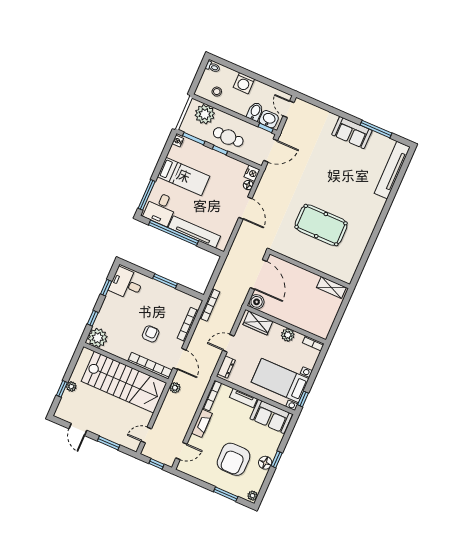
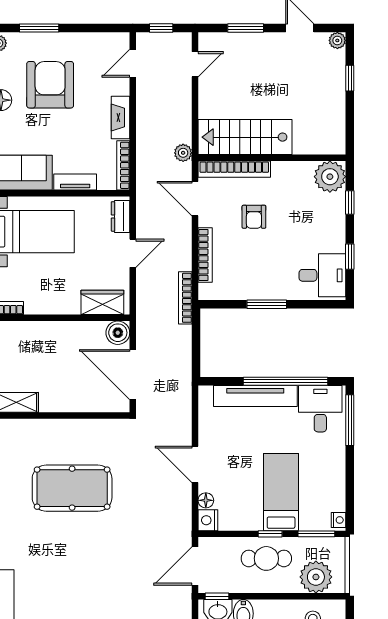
bed: (184, 176) -> (281, 492), moved, turned 90
plant: (288, 335) -> (50, 304), removed
stairs: (124, 382) -> (245, 137), width x0.73, depth x0.66
plant: (71, 387) -> (337, 40), moved

